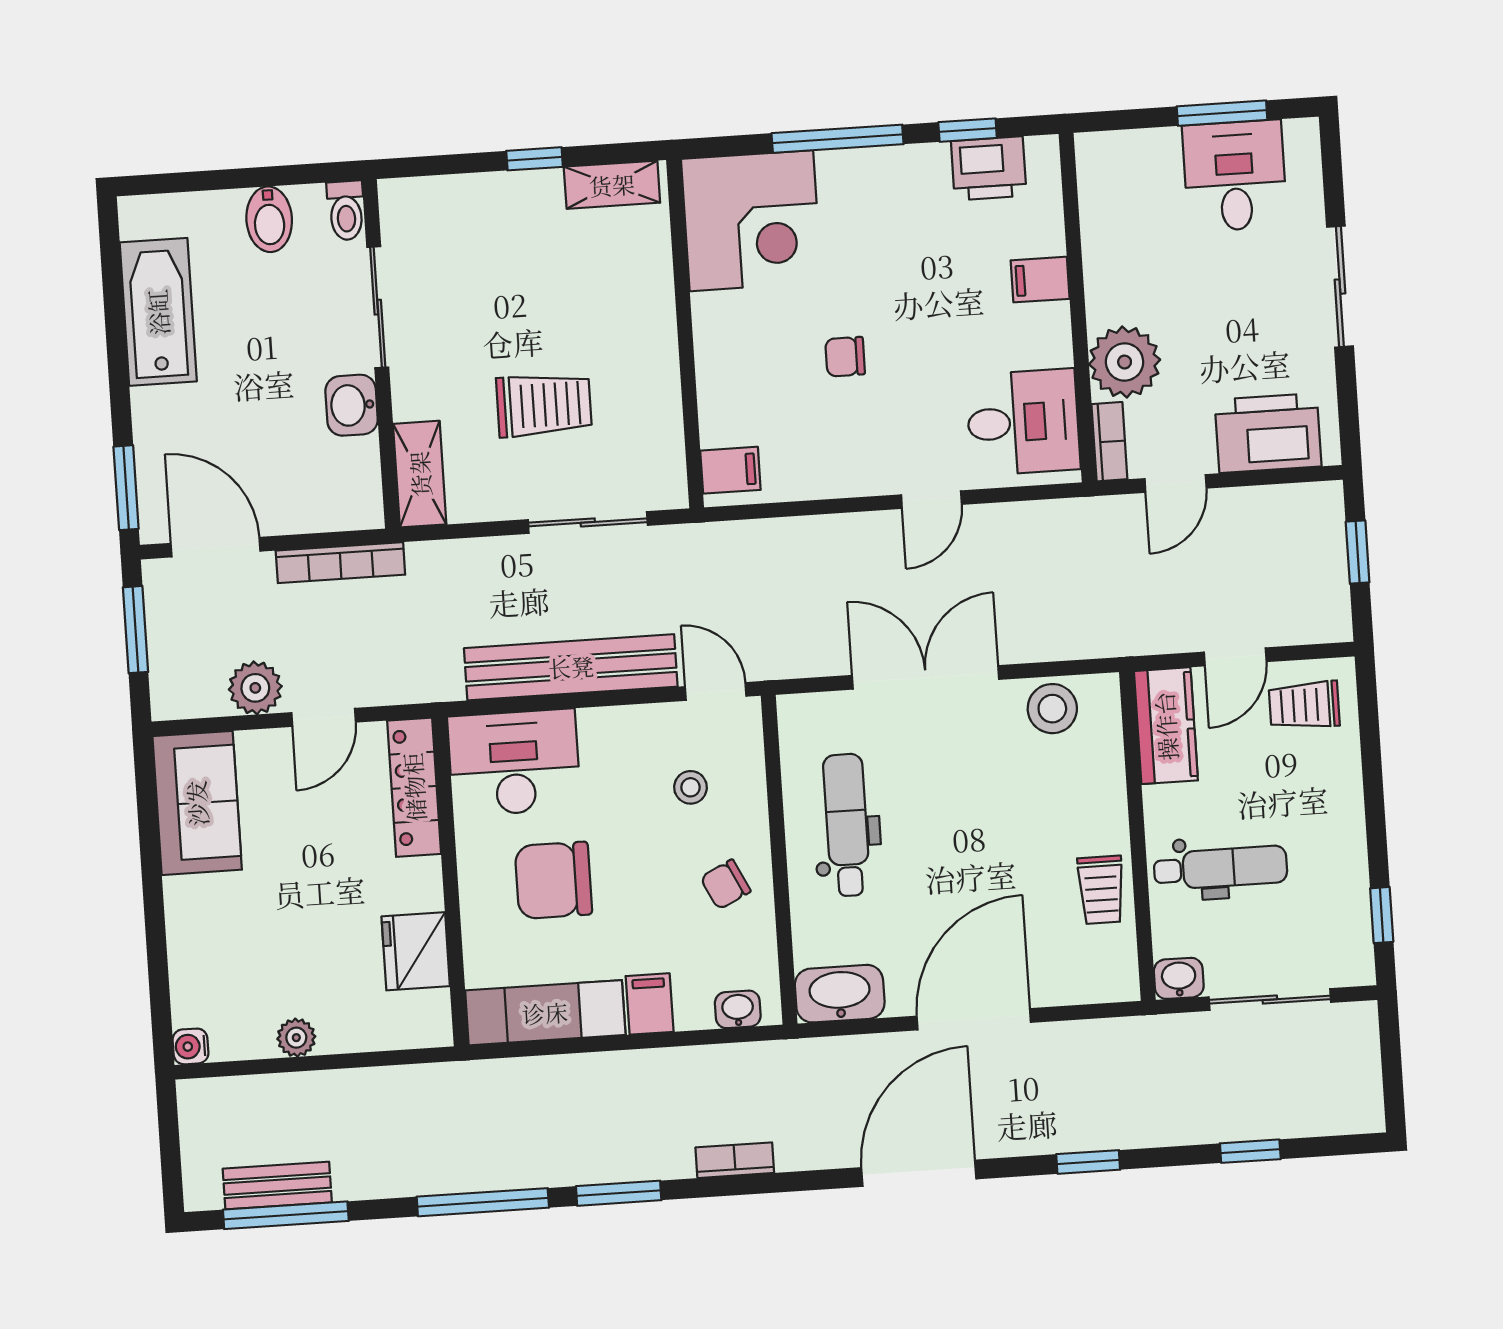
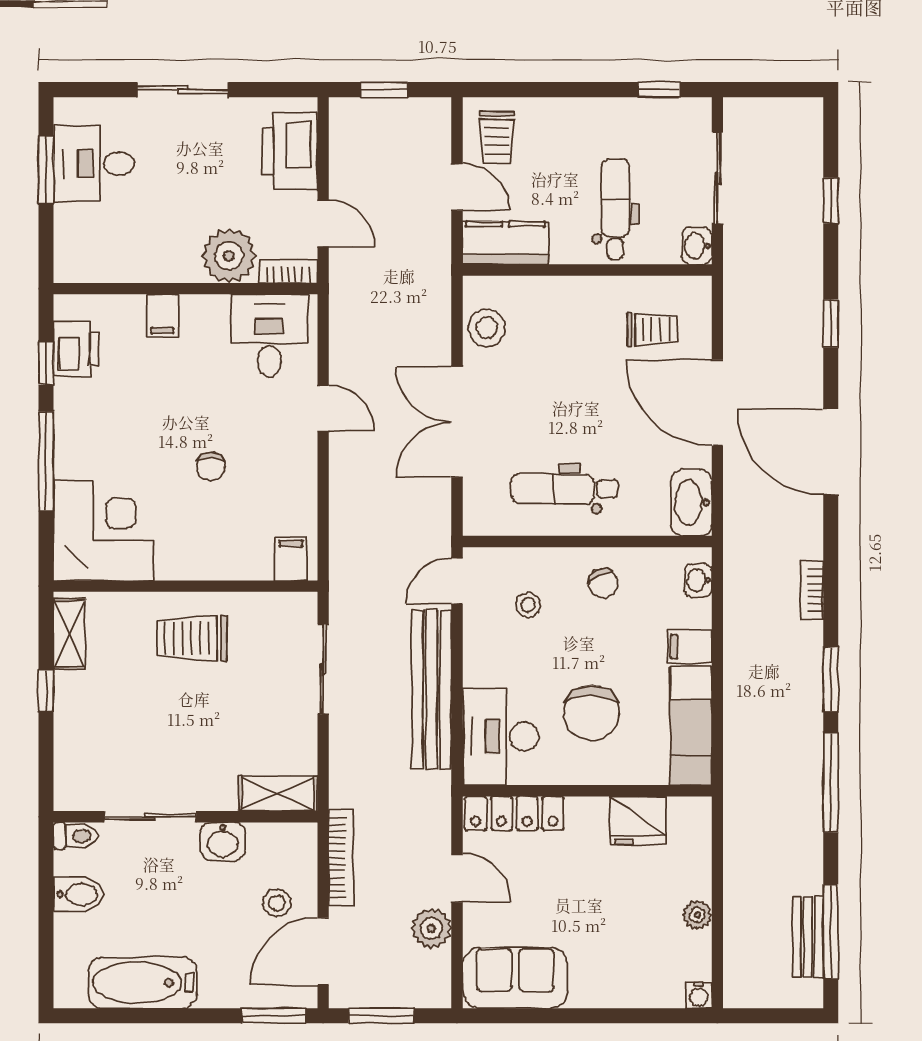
trolley: (544, 405) -> (192, 638), moved, turned -90
stool: (275, 482) -> (277, 903), added
trolley: (1101, 890) -> (653, 330), moved

